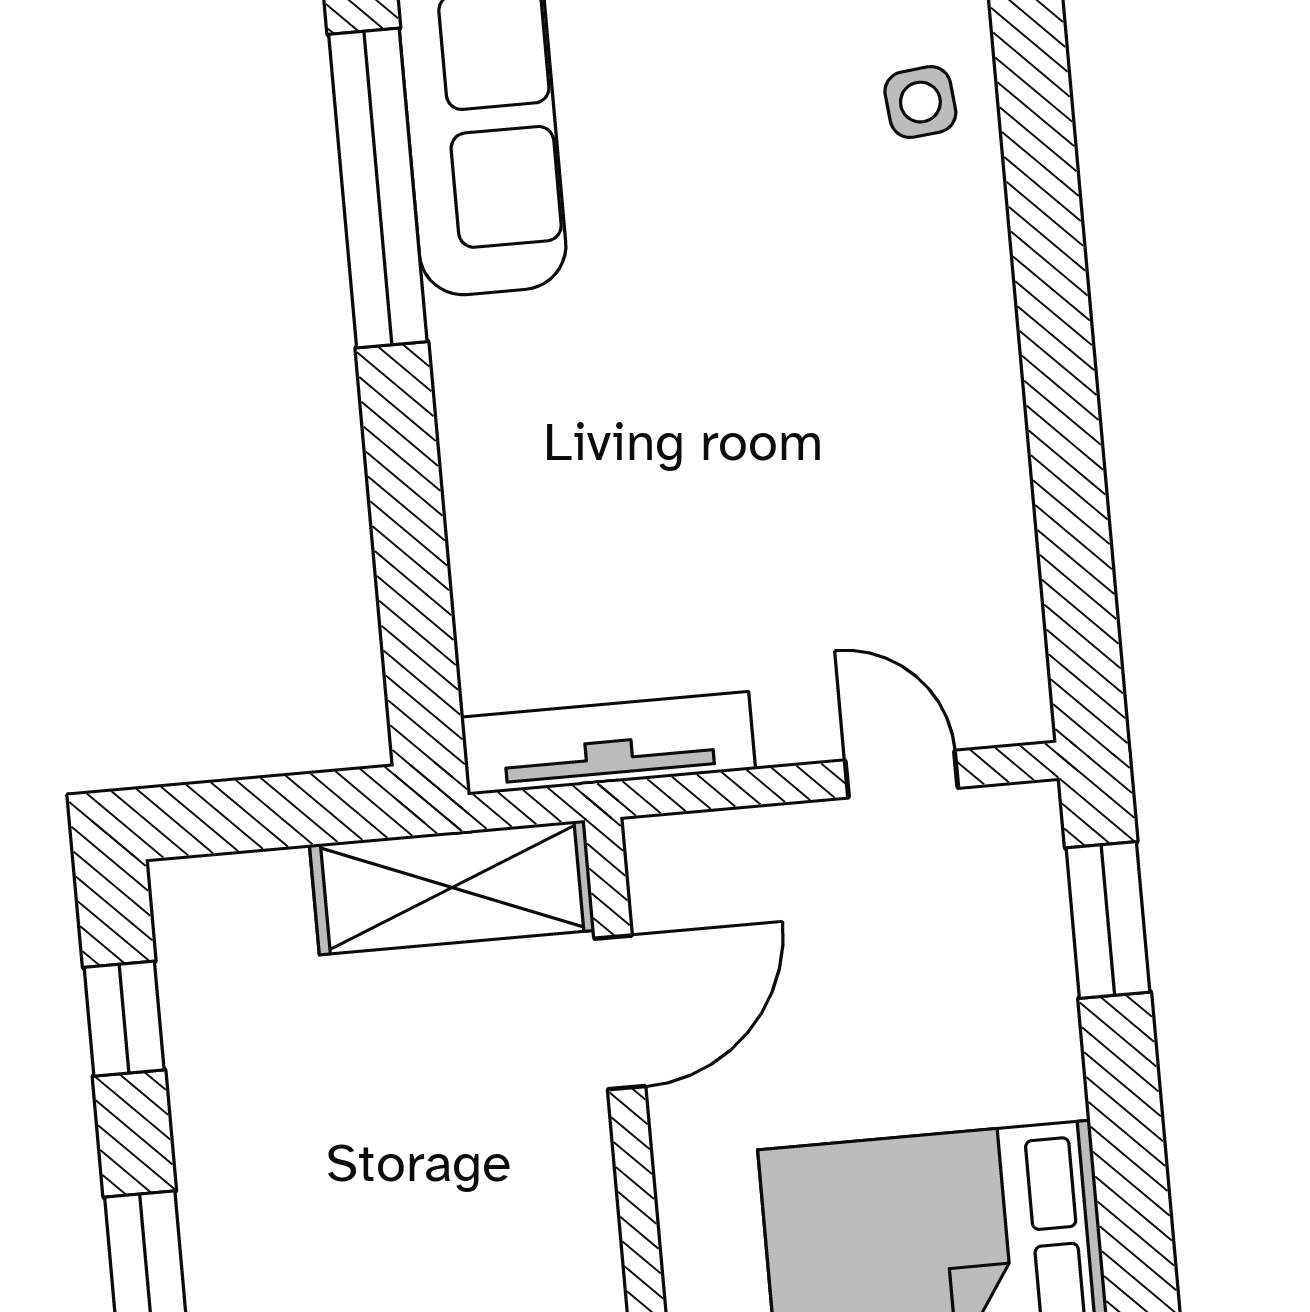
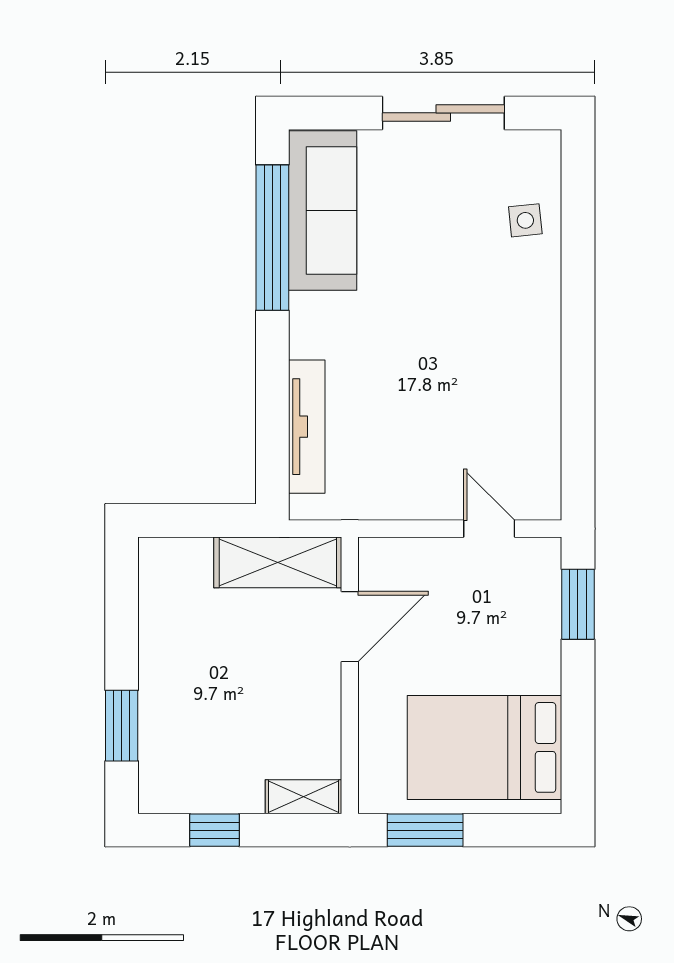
tv unit: (608, 743) -> (307, 427), moved, turned 90
window: (124, 1019) -> (122, 609), removed

